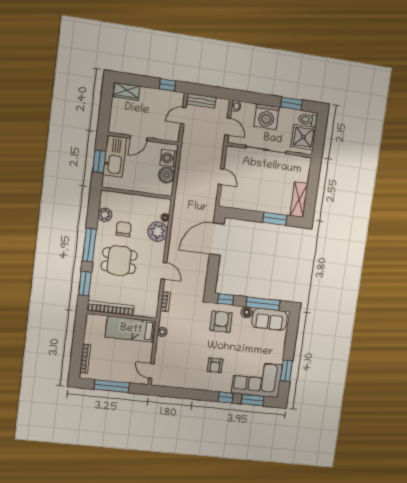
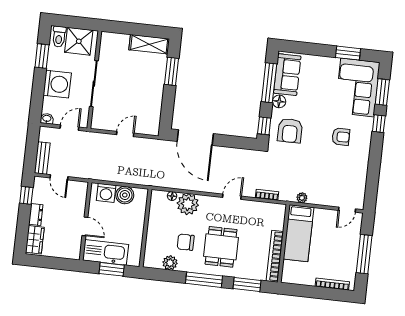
dresser: (150, 93) -> (36, 215), added
armchair: (221, 322) -> (290, 131), turned -90

